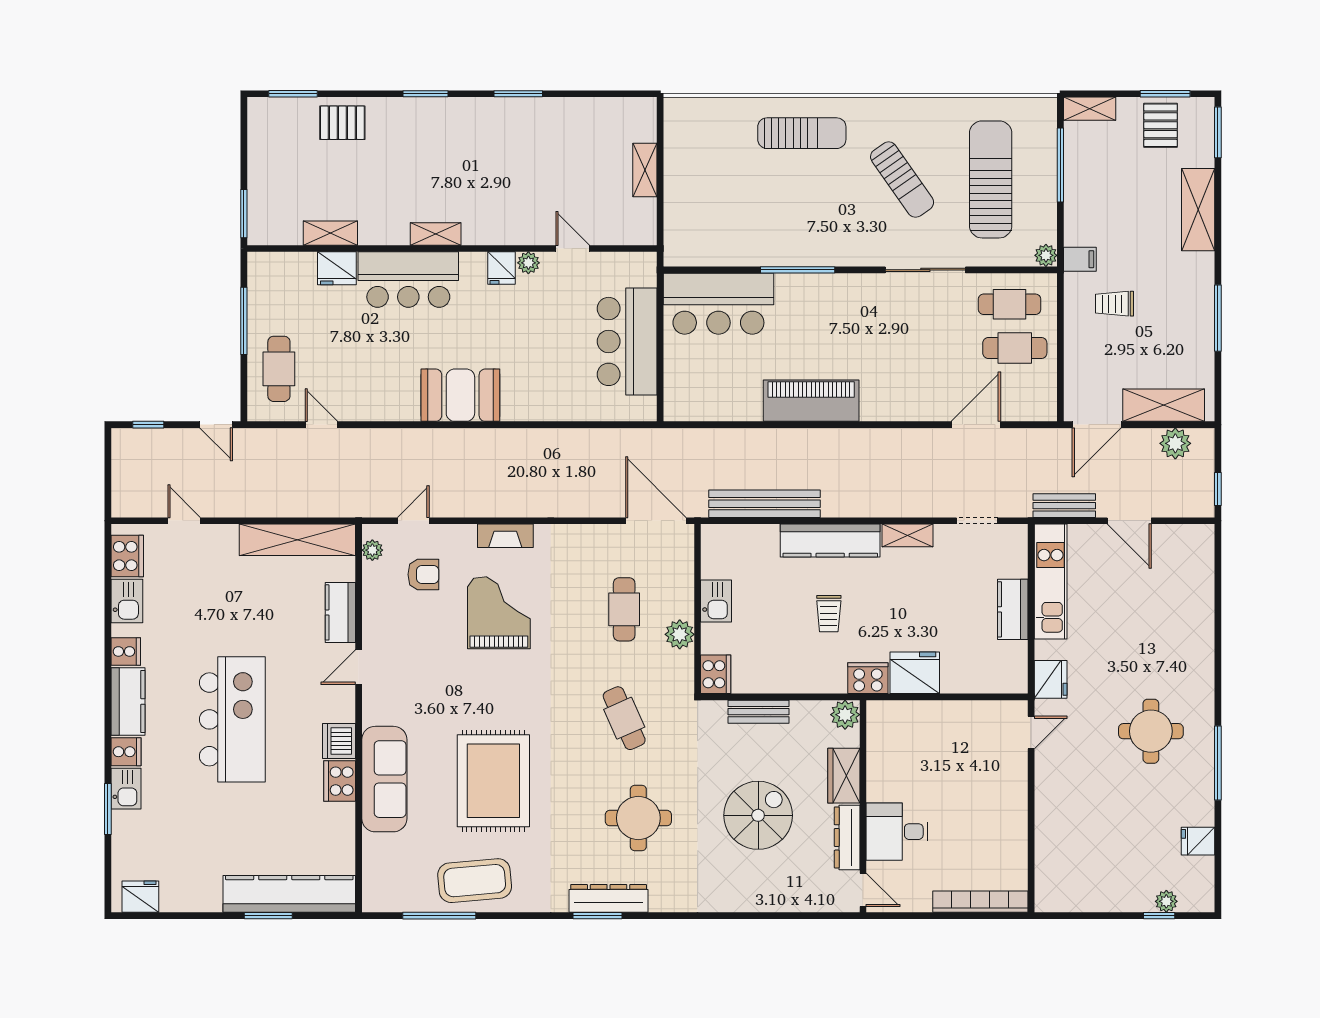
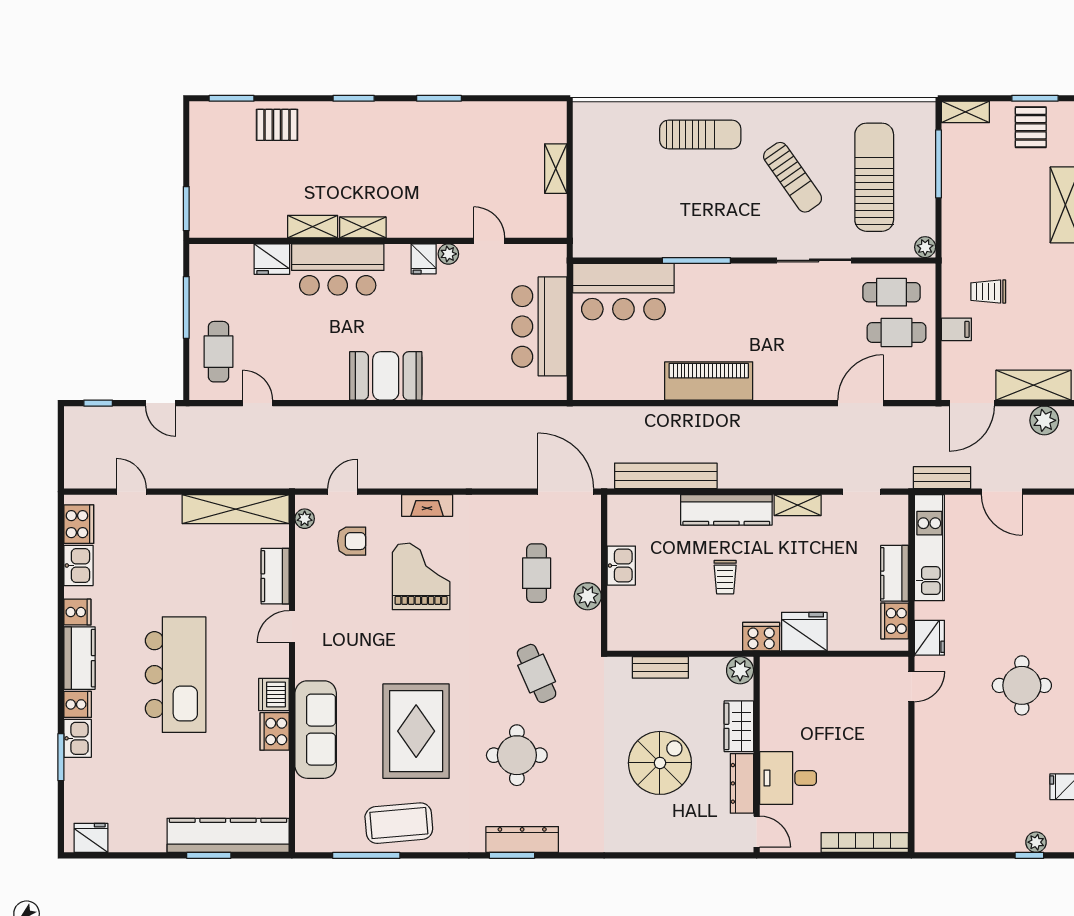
shelving: (330, 233) -> (313, 227), moved
filing cabinet: (1080, 259) -> (956, 329), moved
cooker: (716, 674) -> (895, 621), moved, turned 180
round table: (638, 818) -> (517, 755), moved

